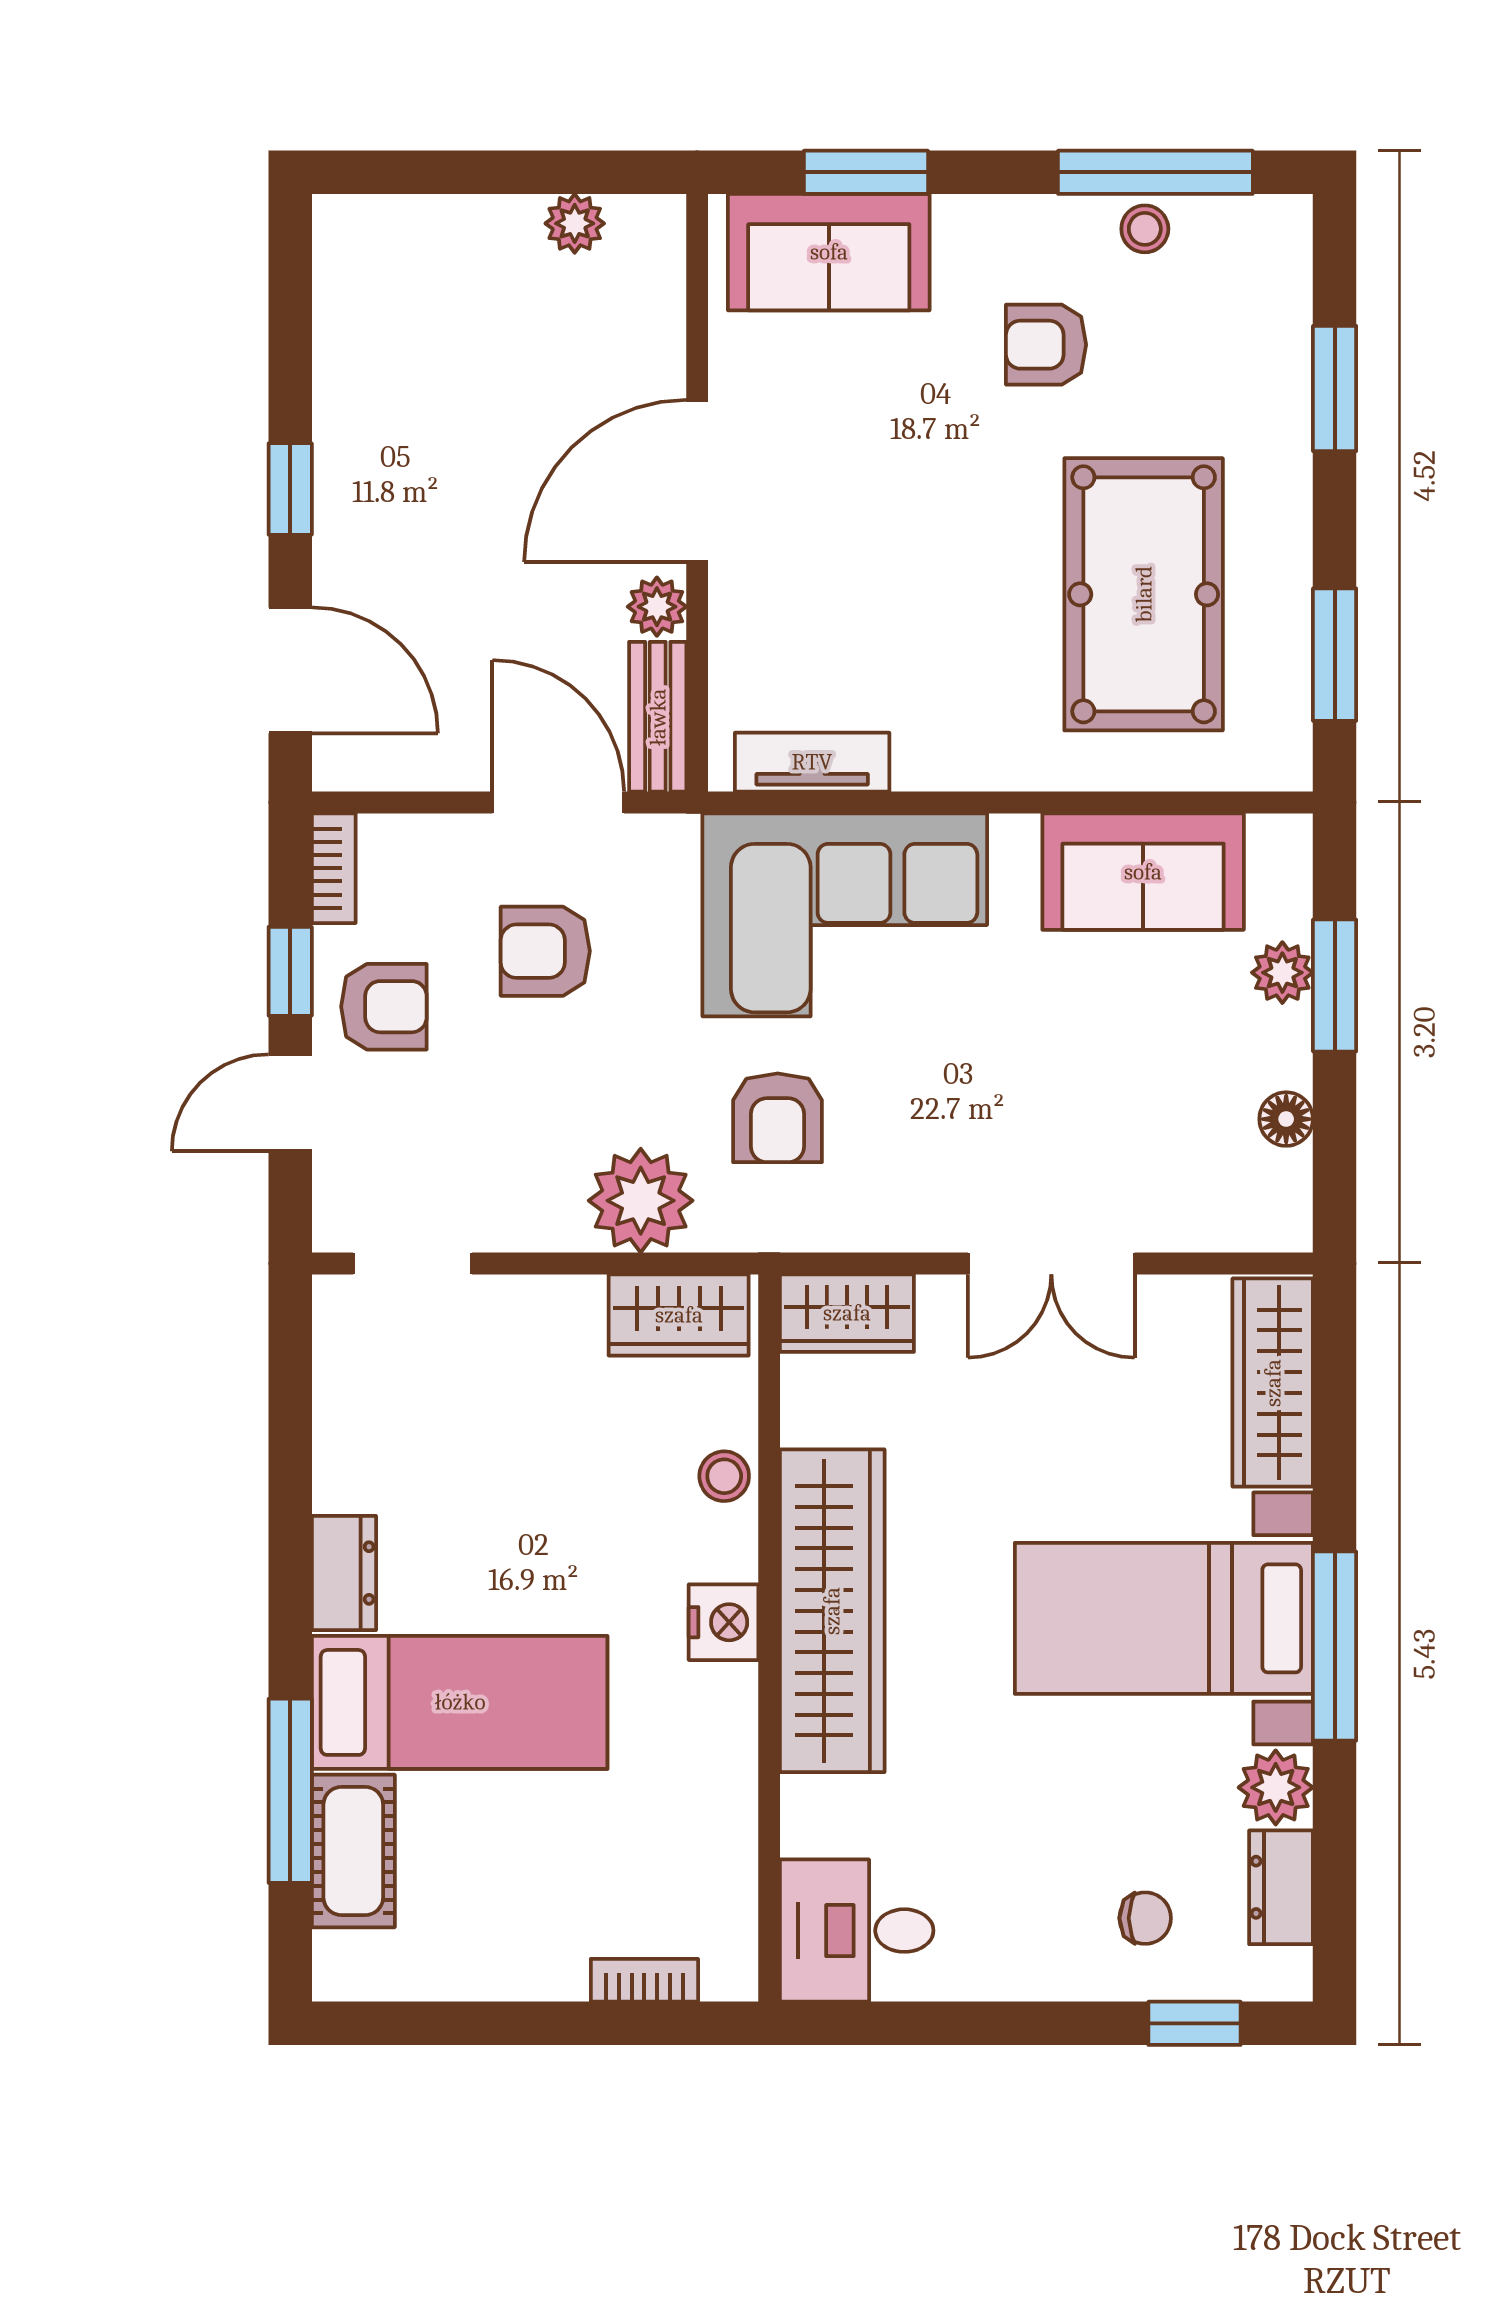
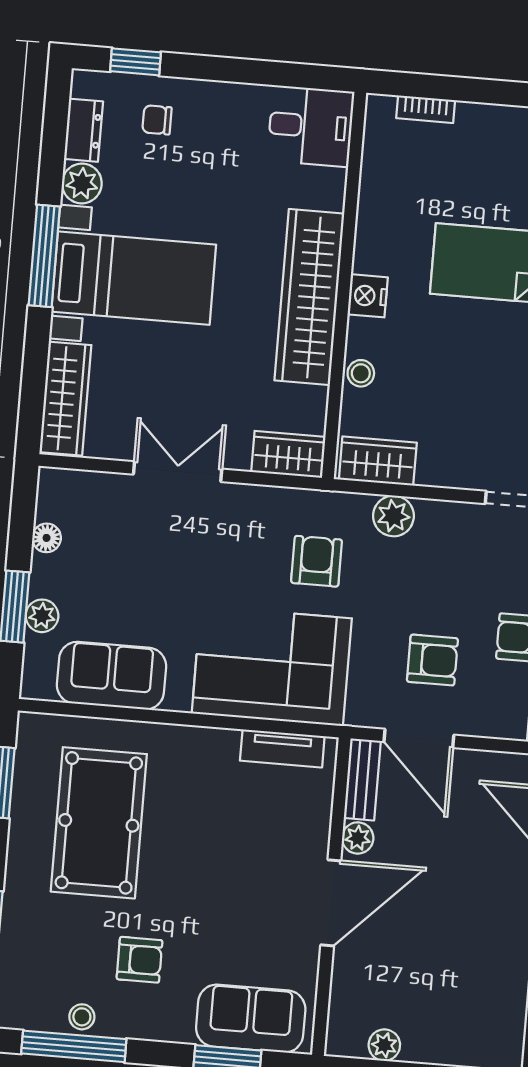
plant: (641, 1201) -> (393, 516), width x0.73, depth x0.73

